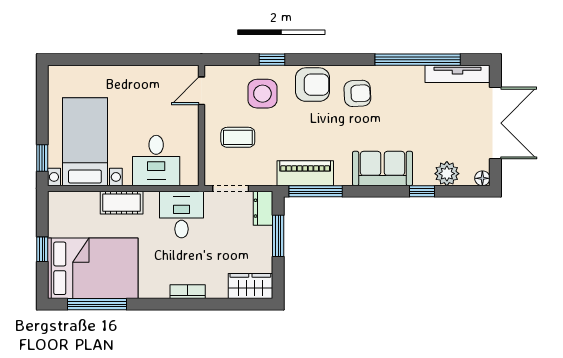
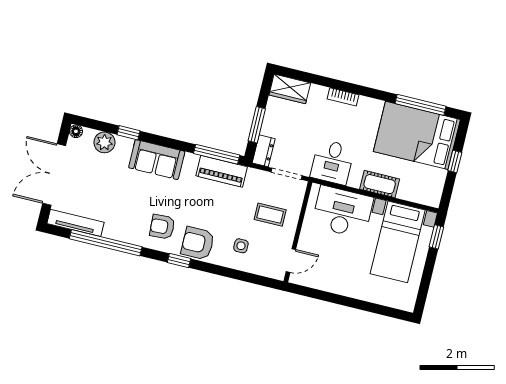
window: (272, 60) -> (179, 261), moved
side table: (262, 94) -> (241, 246), width x0.54, depth x0.54
desk: (156, 161) -> (343, 212), width x1.37

